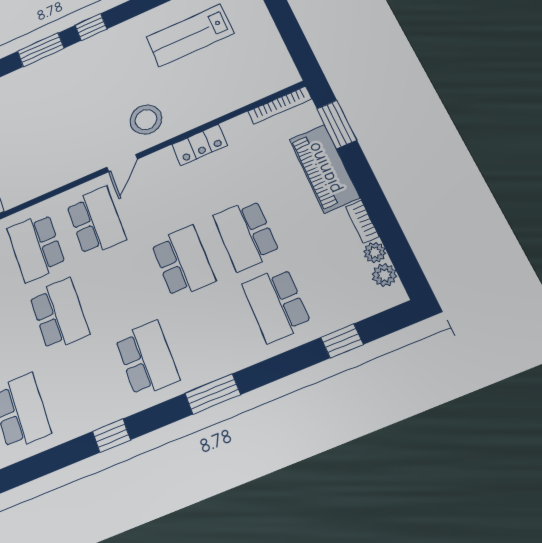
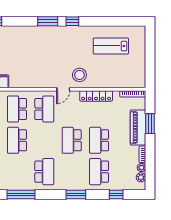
window: (337, 124) -> (150, 124), moved
locker: (200, 145) -> (96, 96), width x1.53
school desk: (183, 261) -> (72, 140), turned 180
school desk: (59, 314) -> (17, 140), turned 180
window: (213, 394) -> (76, 194), moved
window: (111, 436) -> (21, 194), width x2.17

